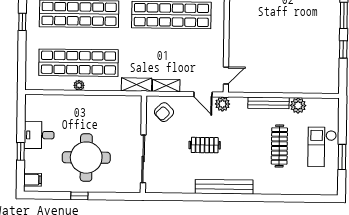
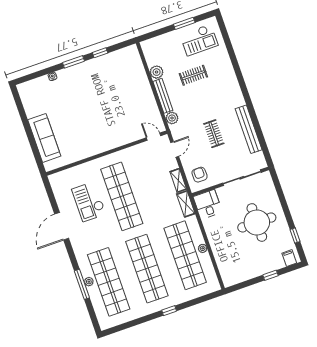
plant: (223, 104) -> (172, 118), moved
armchair: (164, 112) -> (200, 175), turned -136
desk: (39, 135) -> (208, 204), moved, turned 180
clothes rail: (279, 146) -> (193, 75), width x0.73
checkout: (322, 147) -> (199, 40), moved
bench: (224, 187) -> (249, 129), moved
window: (79, 196) -> (295, 236), moved

